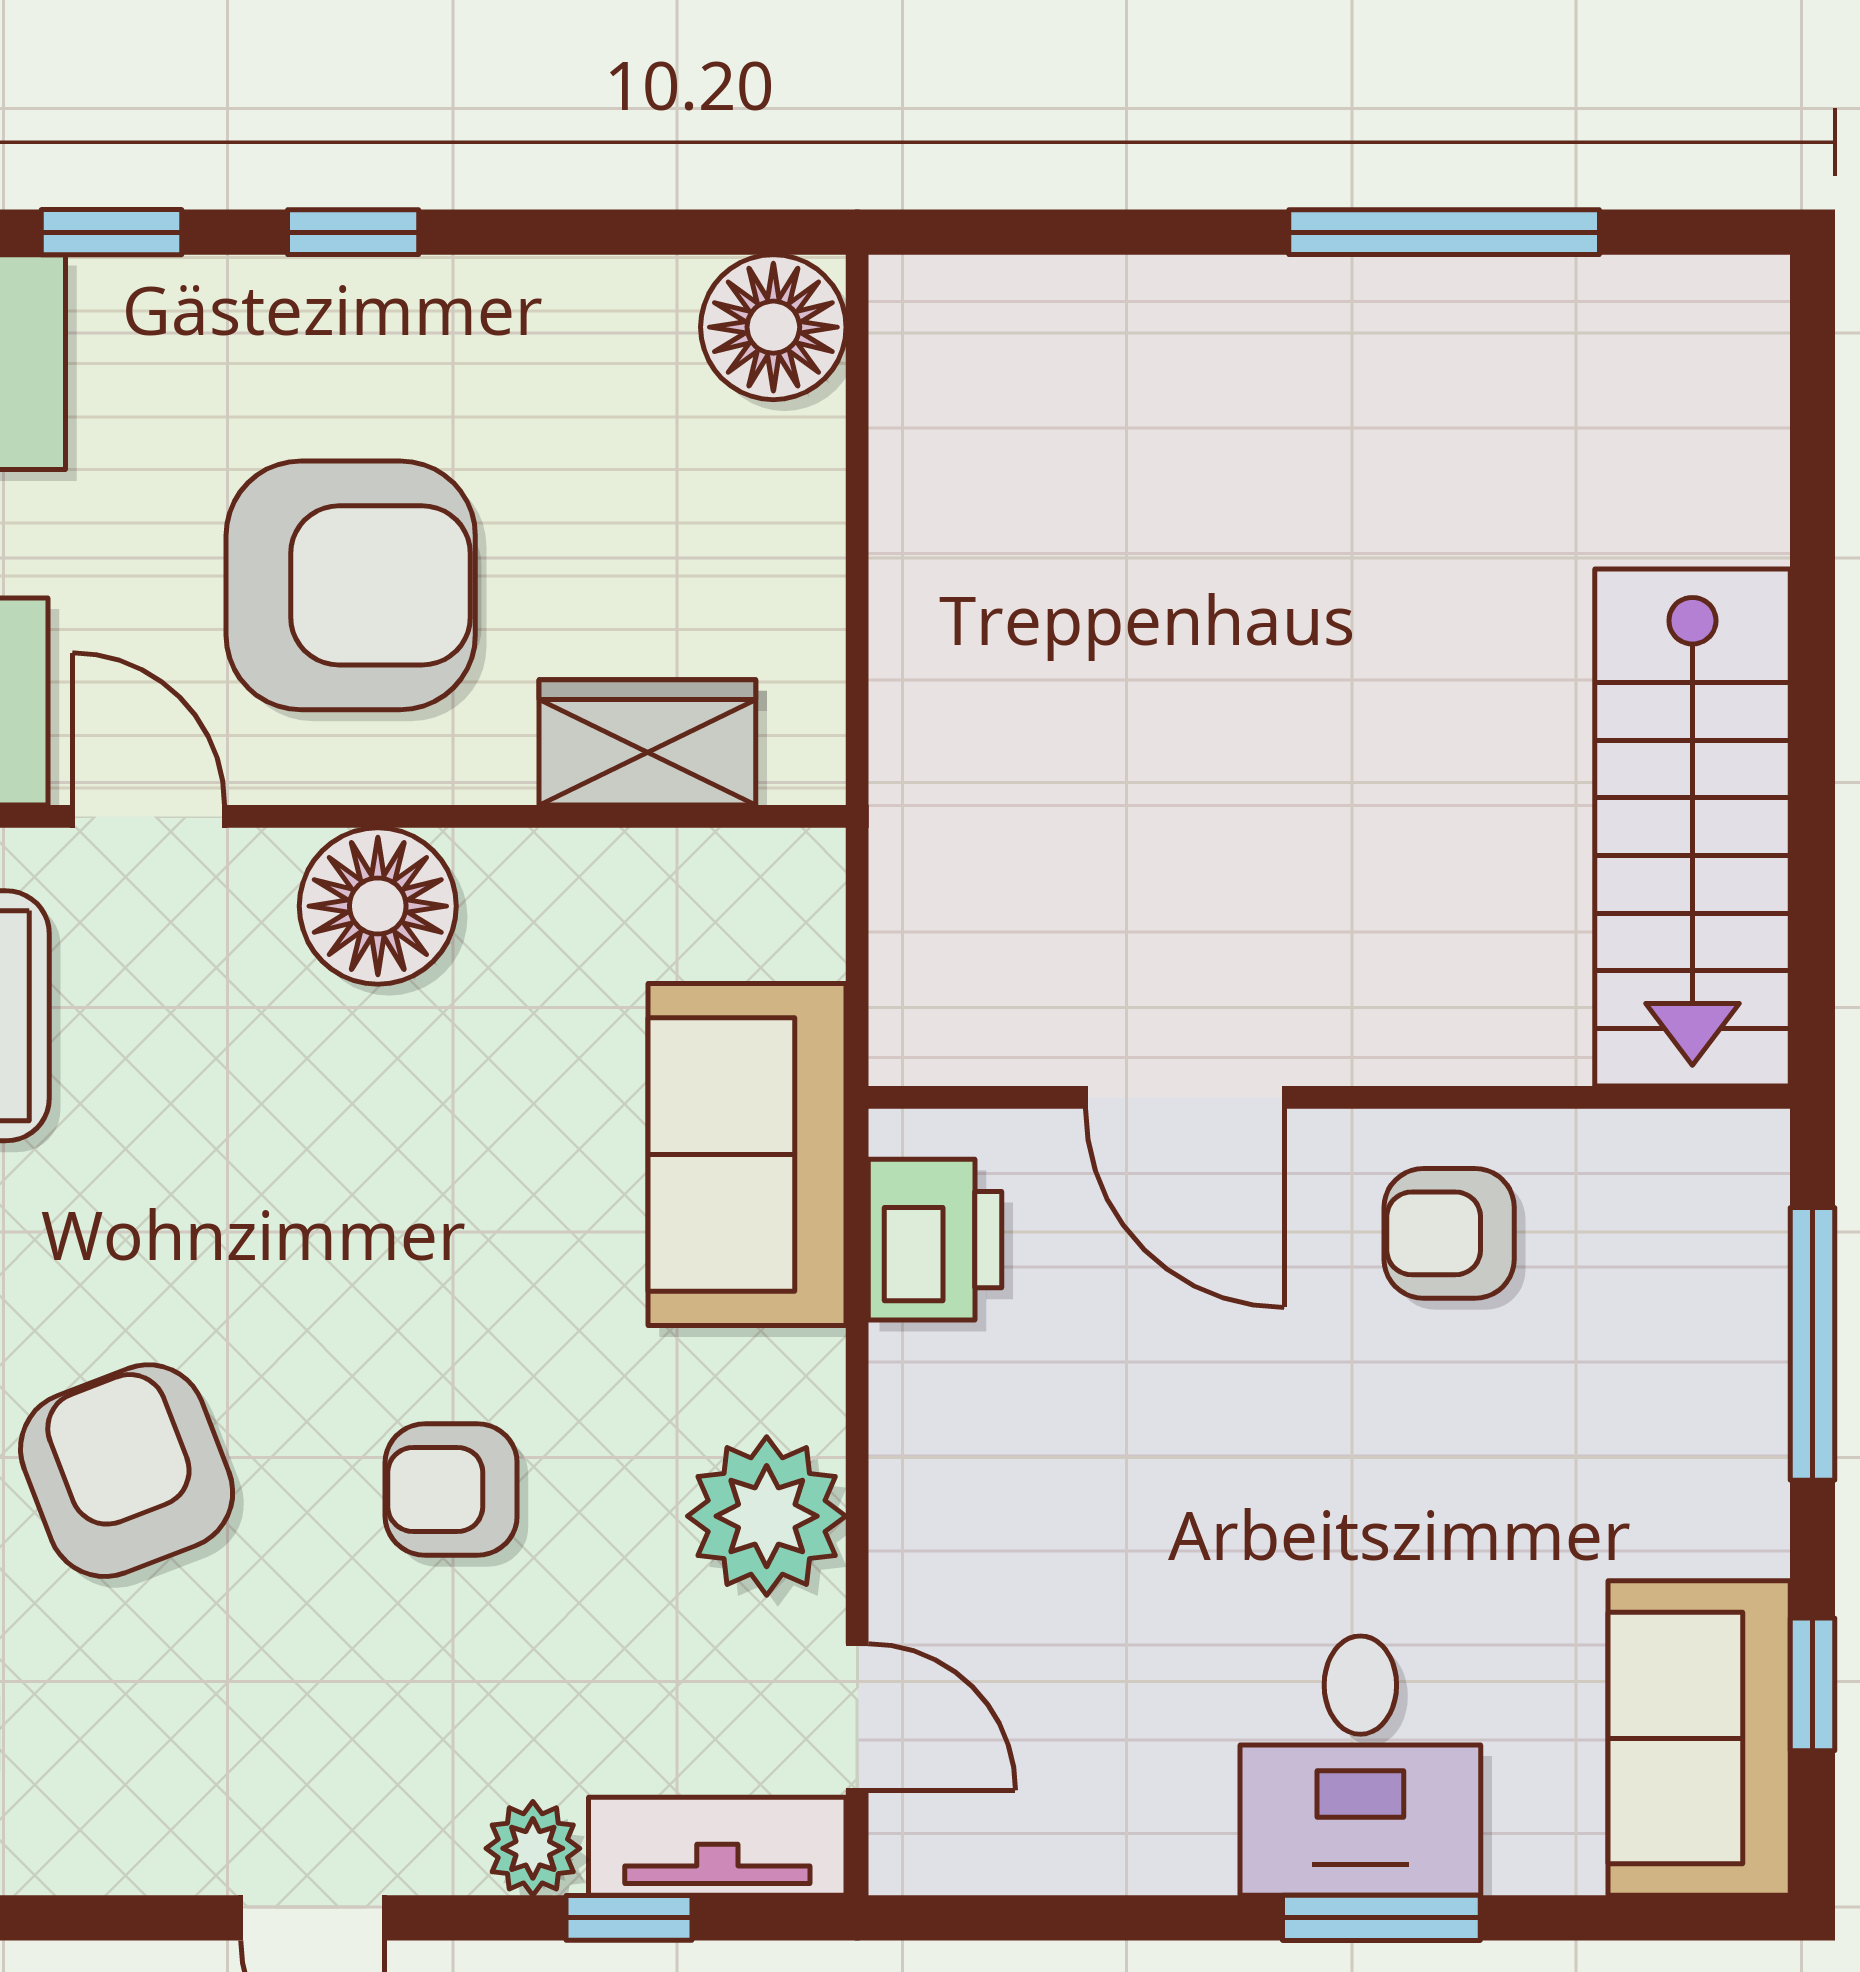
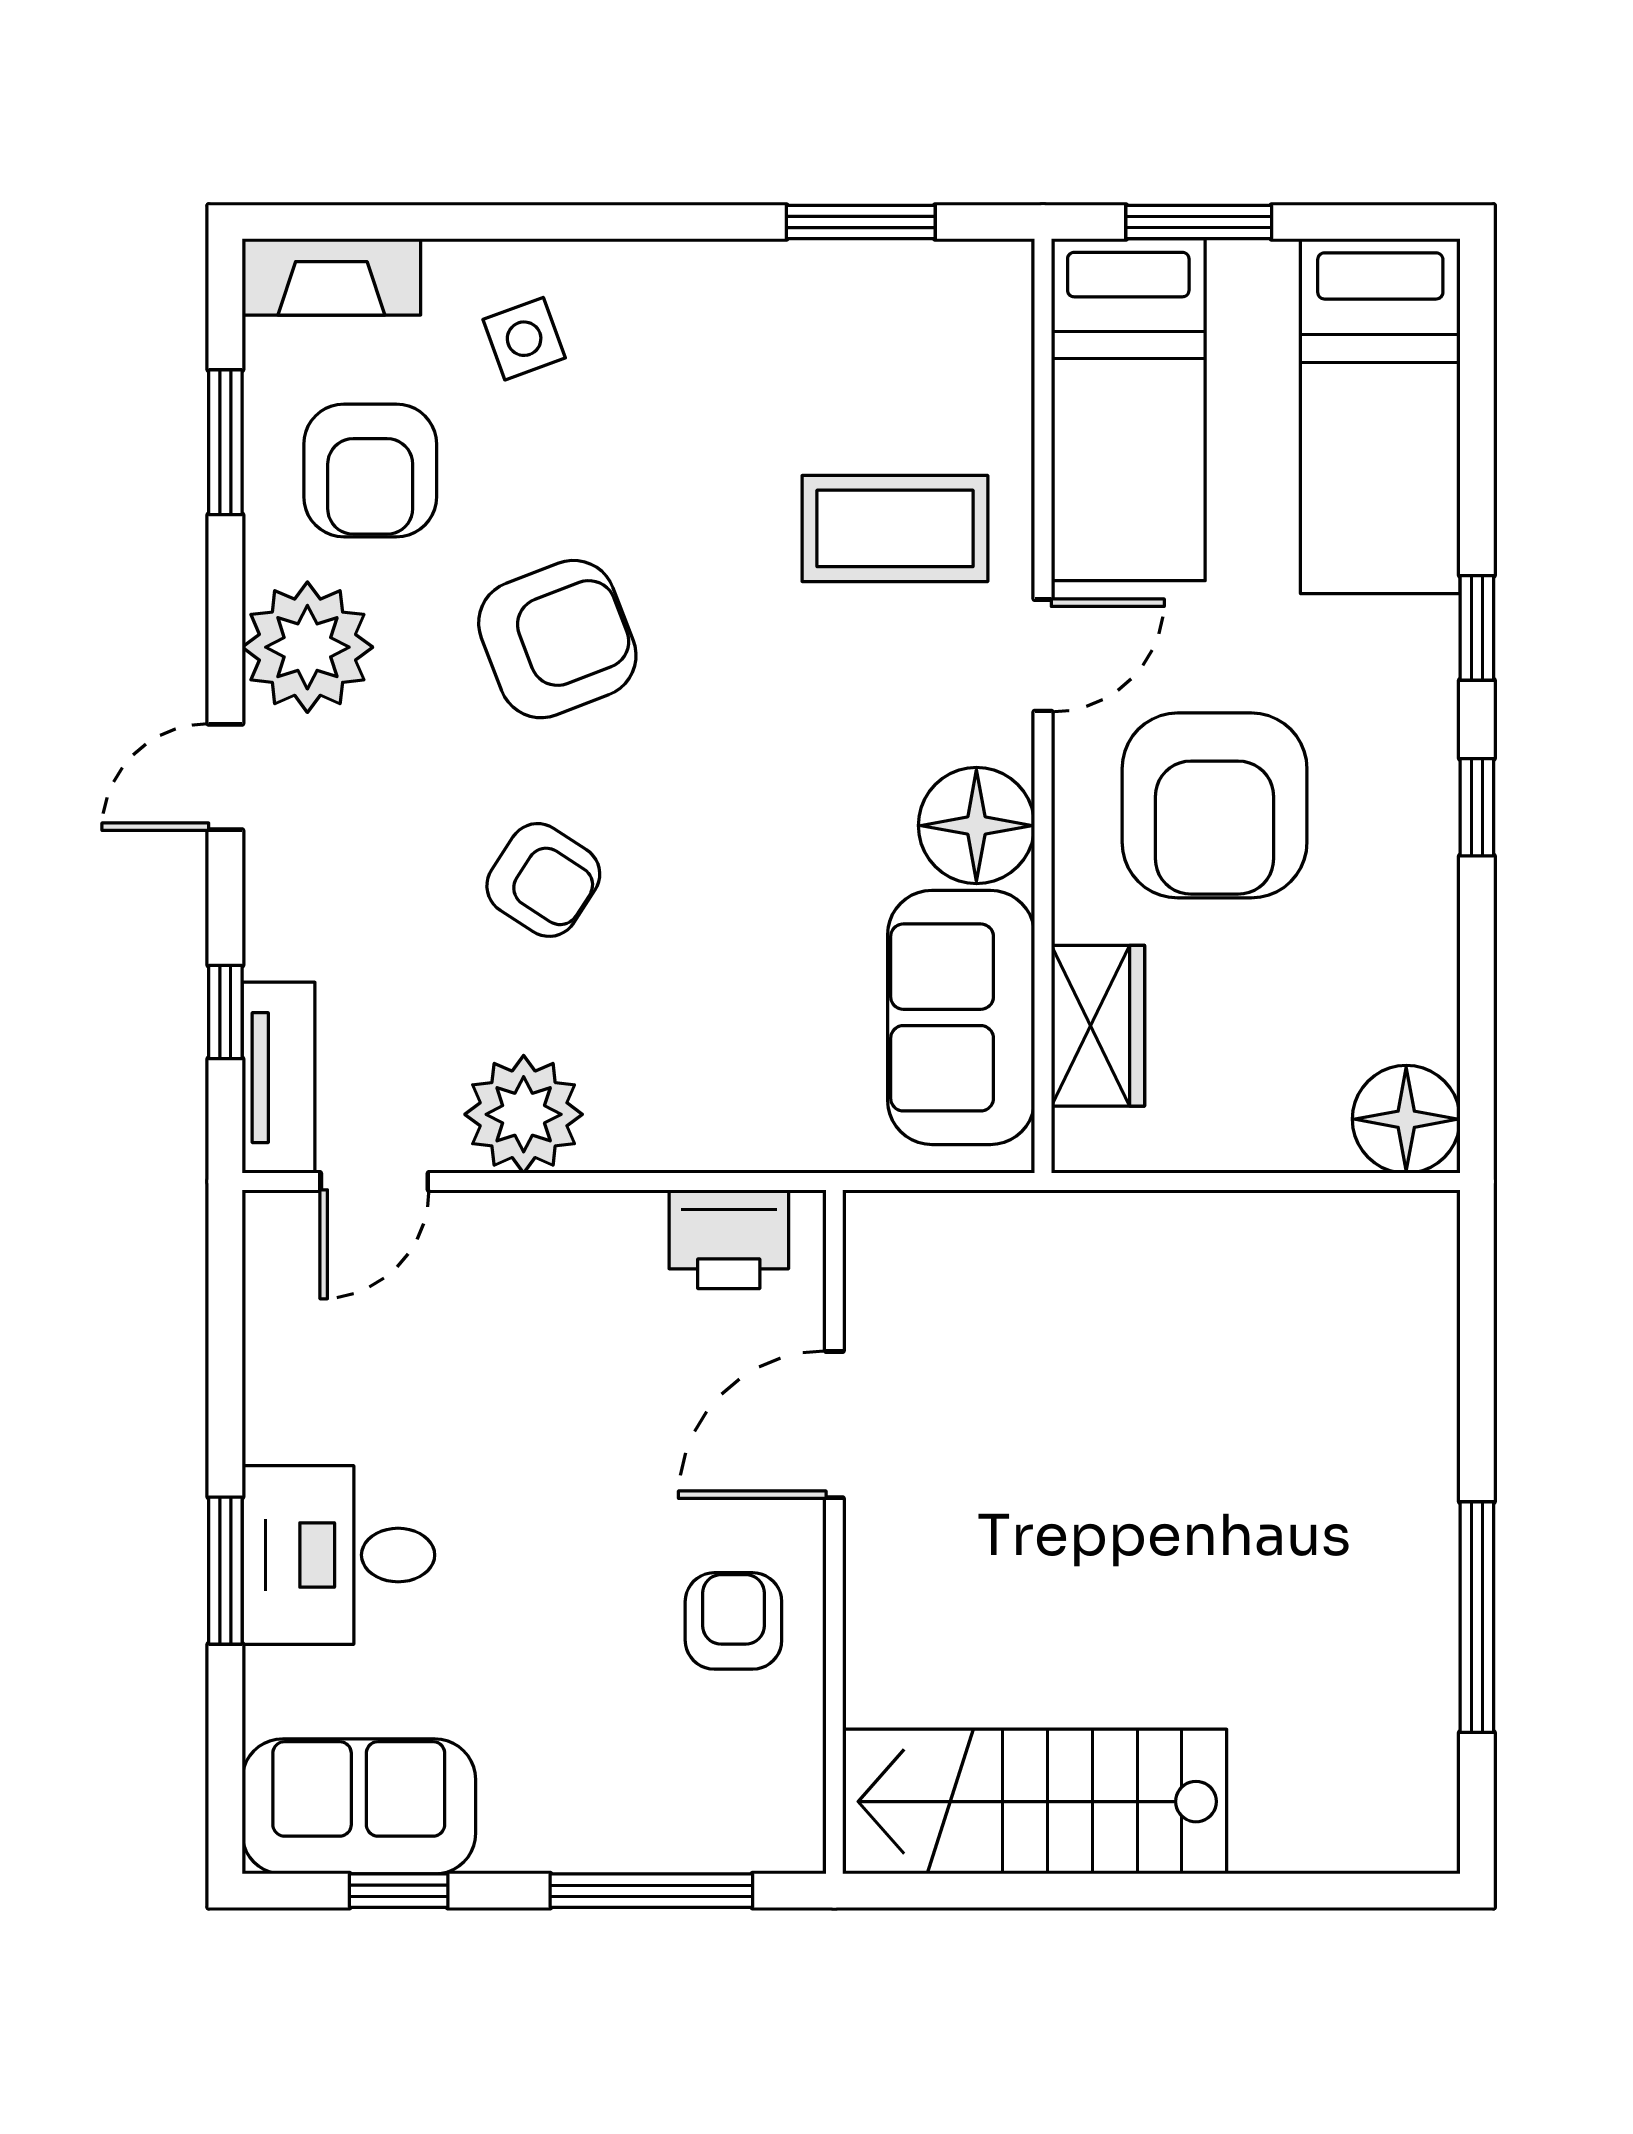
sofa: (747, 1154) -> (961, 1017), moved, turned -90
armchair: (451, 1489) -> (543, 880), turned 123
plant: (533, 1848) -> (307, 647), moved, width x1.88, depth x1.88

